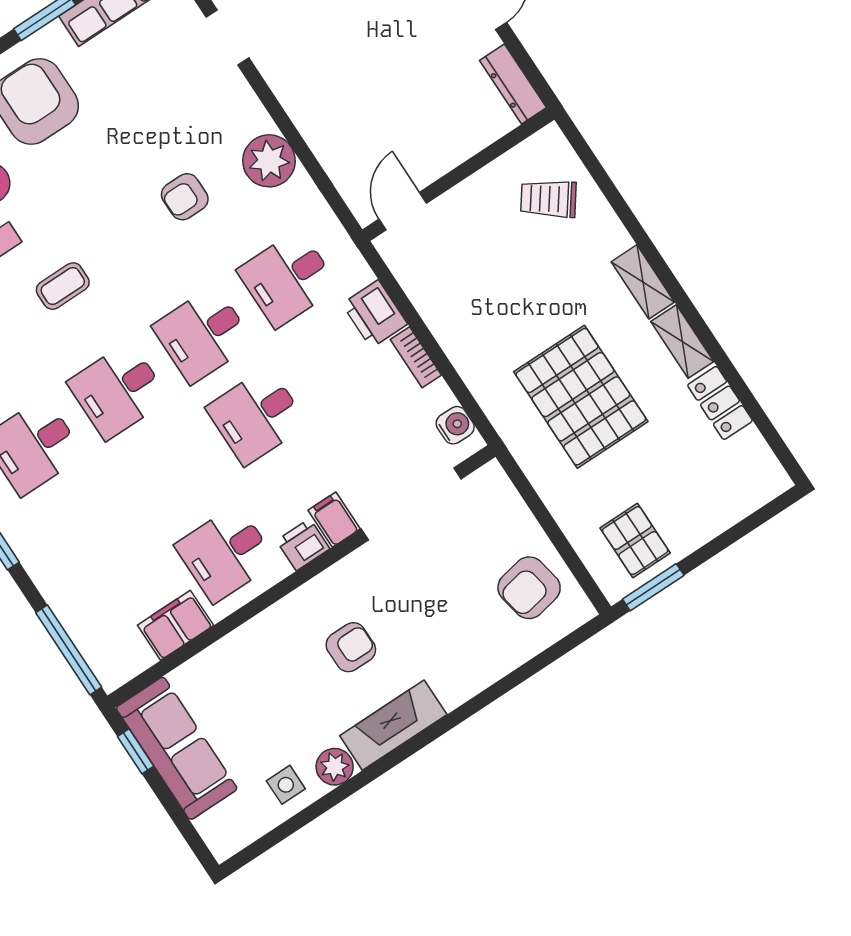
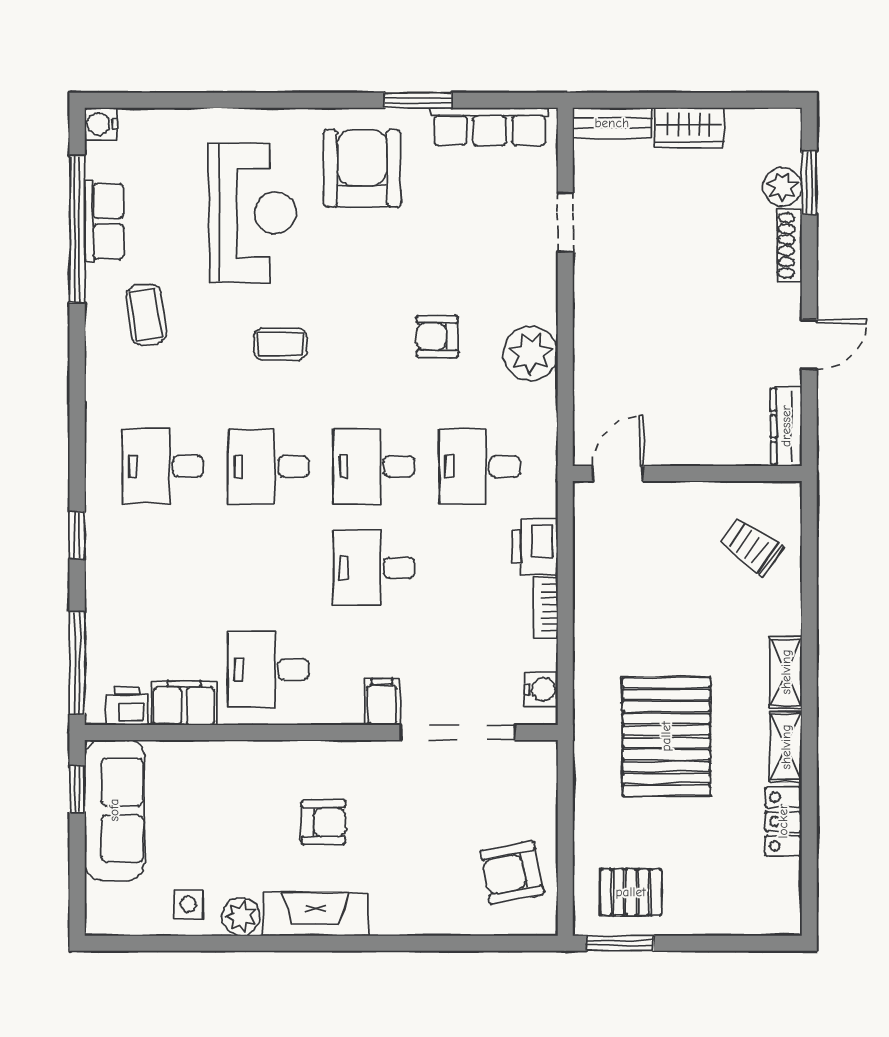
pallet: (635, 541) -> (631, 892), turned 90
printer: (303, 545) -> (127, 706), moved

